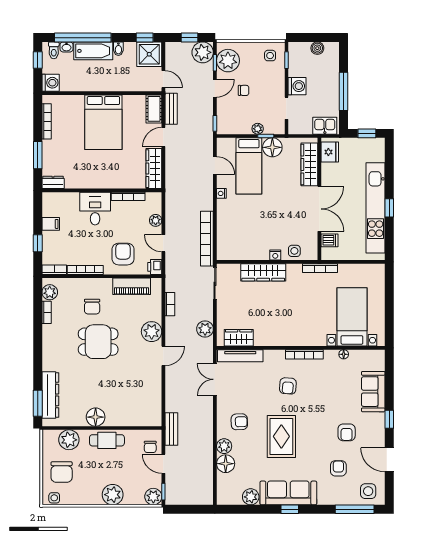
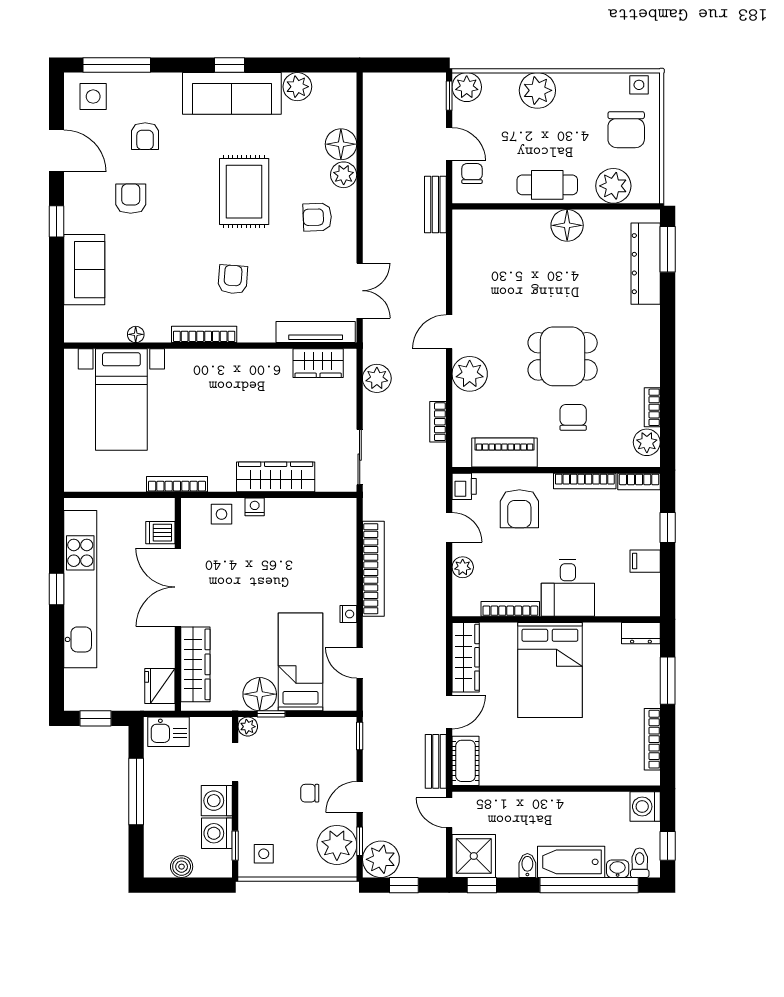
washing machine: (297, 67) -> (217, 833), added
bed: (103, 122) -> (550, 670), moved, turned 180
plant: (258, 129) -> (248, 727), moved
bookcase: (207, 239) -> (373, 569), moved
chair: (62, 472) -> (626, 130), turned 180

